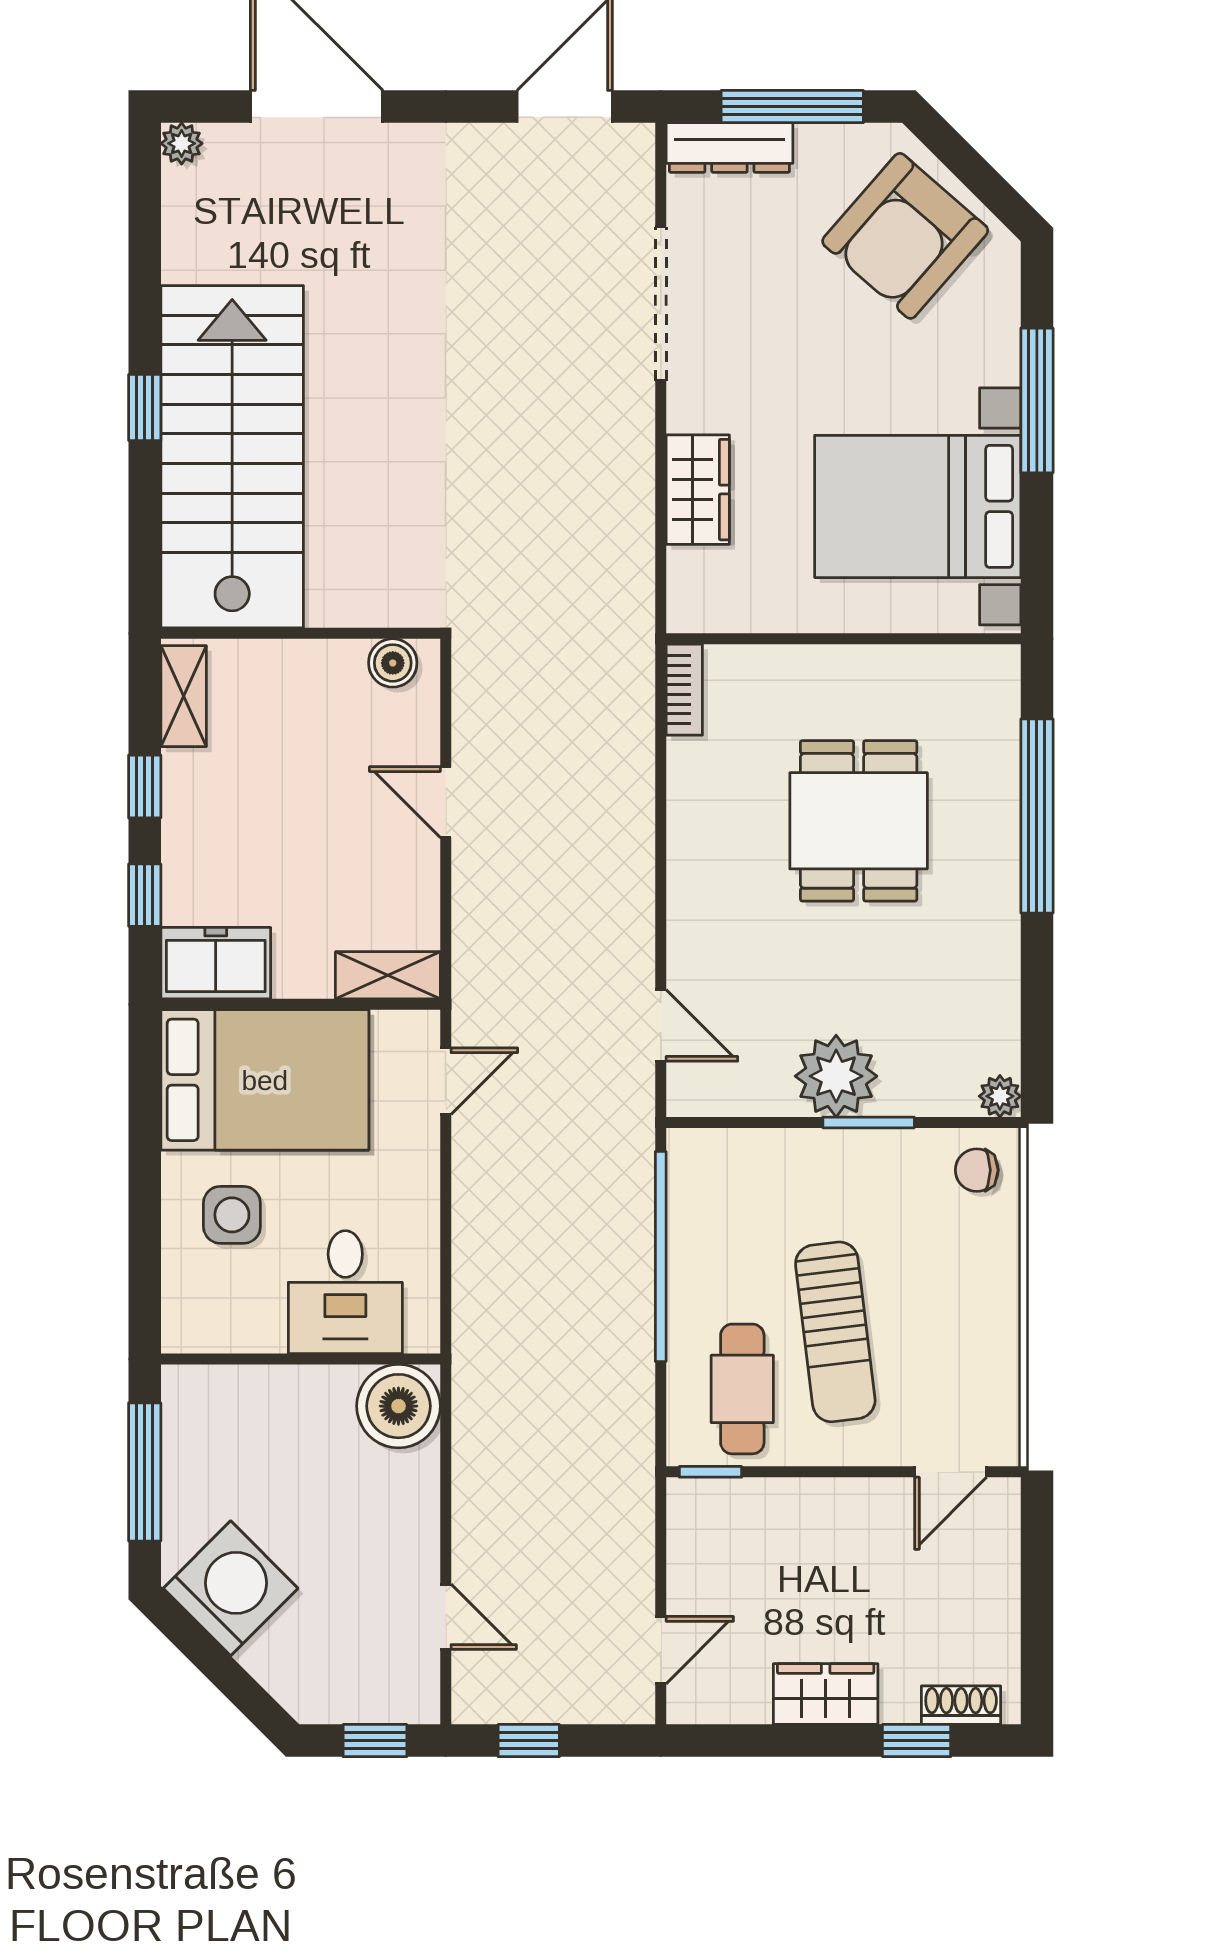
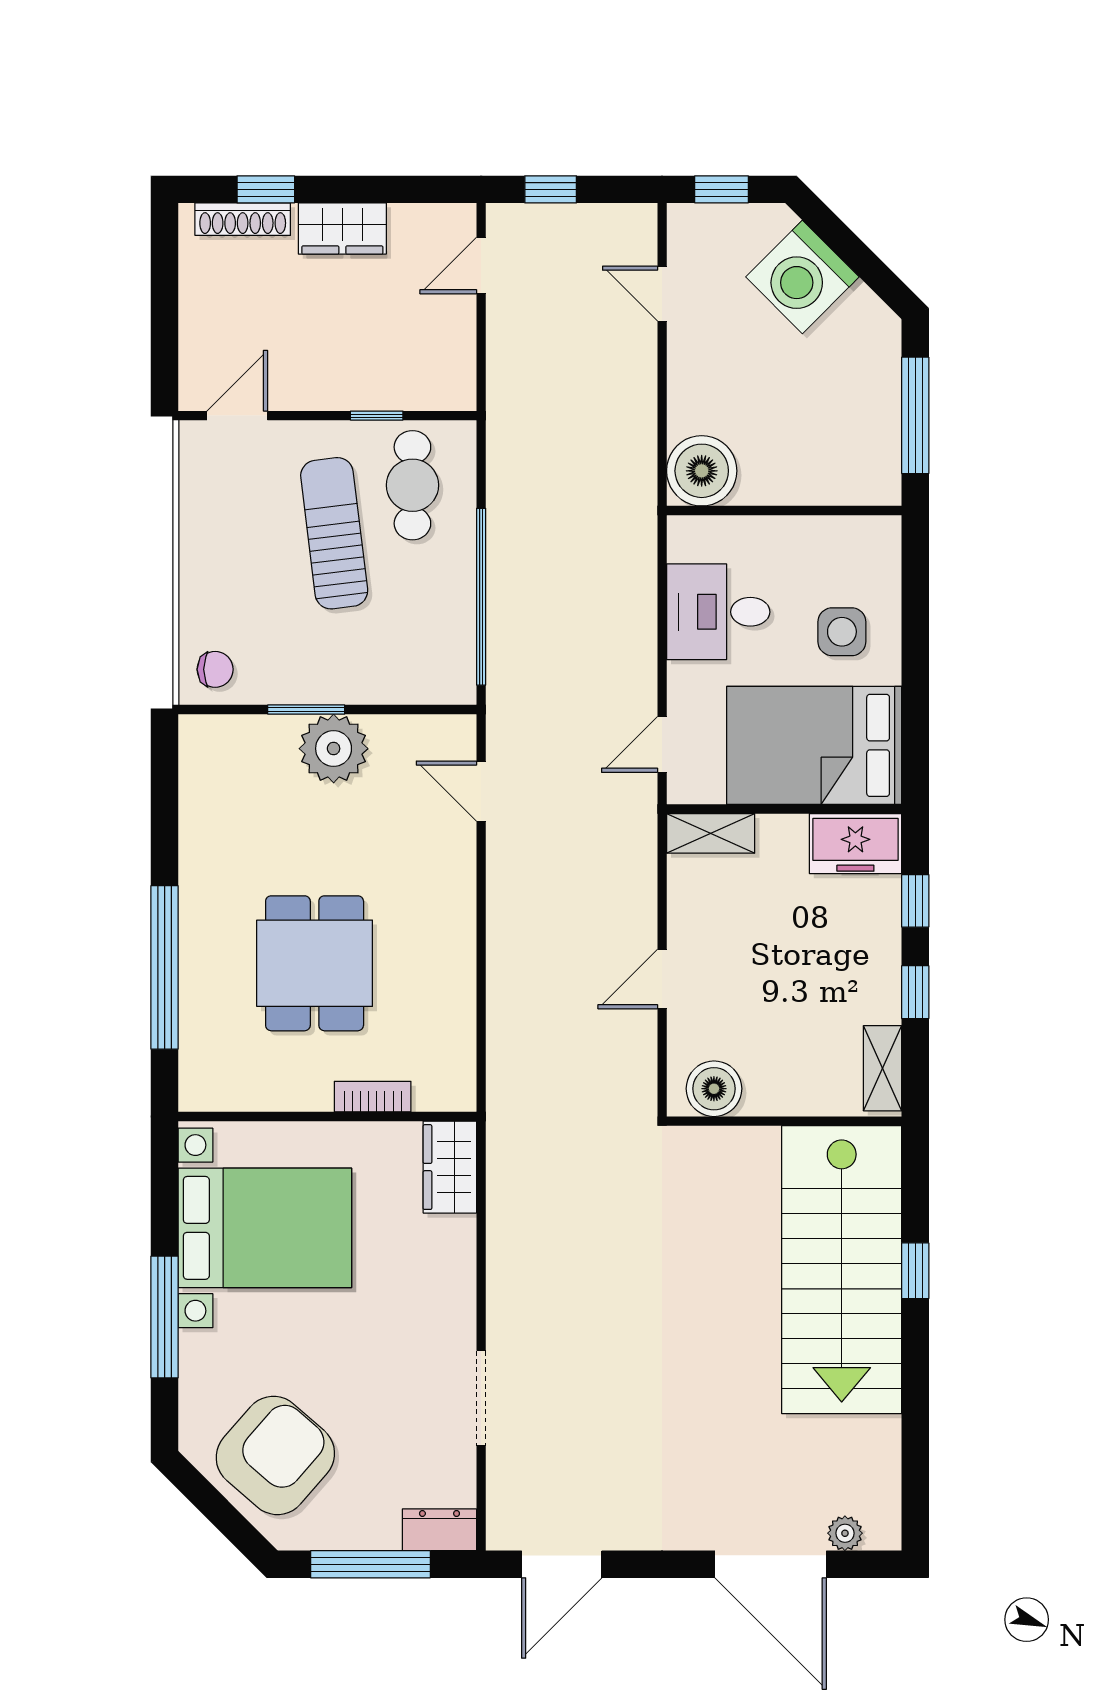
plant: (182, 143) -> (845, 1533), moved
dresser: (729, 148) -> (439, 1530), width x0.70
doorway: (661, 304) -> (481, 1398), width x0.73
window: (145, 407) -> (915, 1271), moved
wardrobe: (698, 490) -> (450, 1167), moved
boiler: (393, 663) -> (714, 1089), width x1.36, depth x1.36
bookcase: (684, 690) -> (373, 1097), moved, turned 90
door: (446, 802) -> (662, 979), swing flipped
plant: (1000, 1096) -> (196, 732), removed
desk: (345, 1292) -> (718, 612), moved, turned -90
window: (711, 1472) -> (377, 416), moved
washing machine: (231, 1588) -> (802, 277), moved
shoe rack: (961, 1705) -> (243, 219), width x1.43
window: (529, 1741) -> (551, 189), moved

